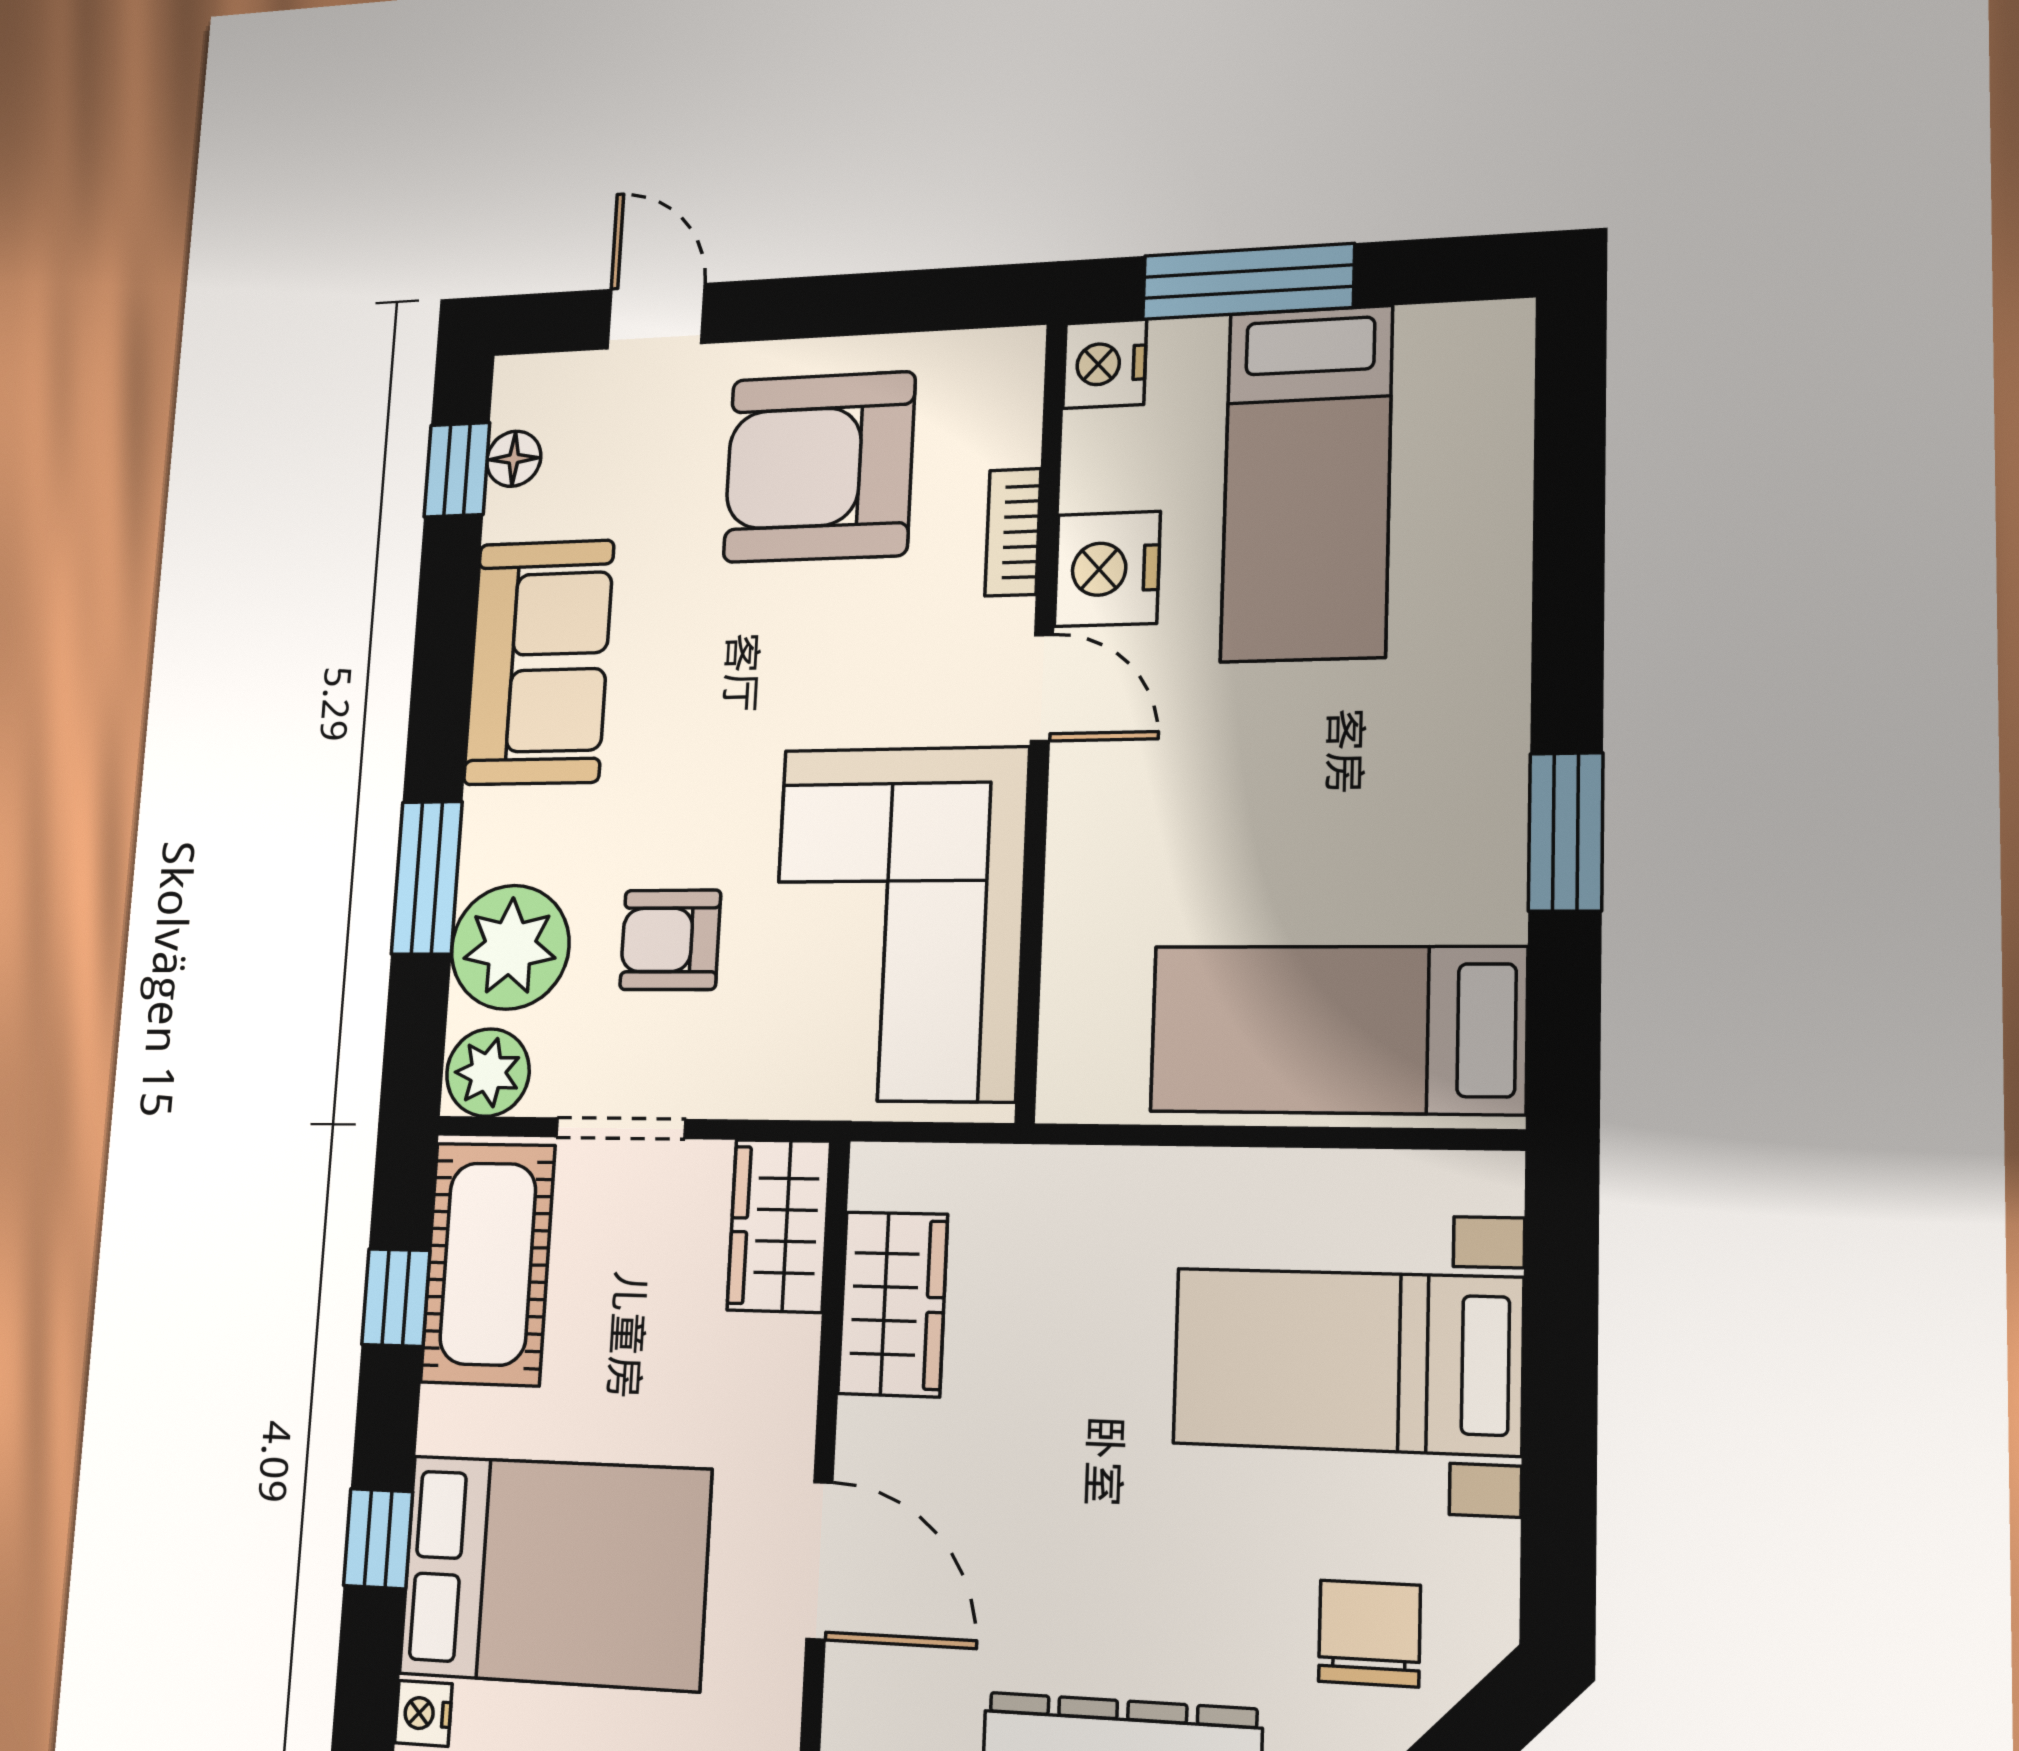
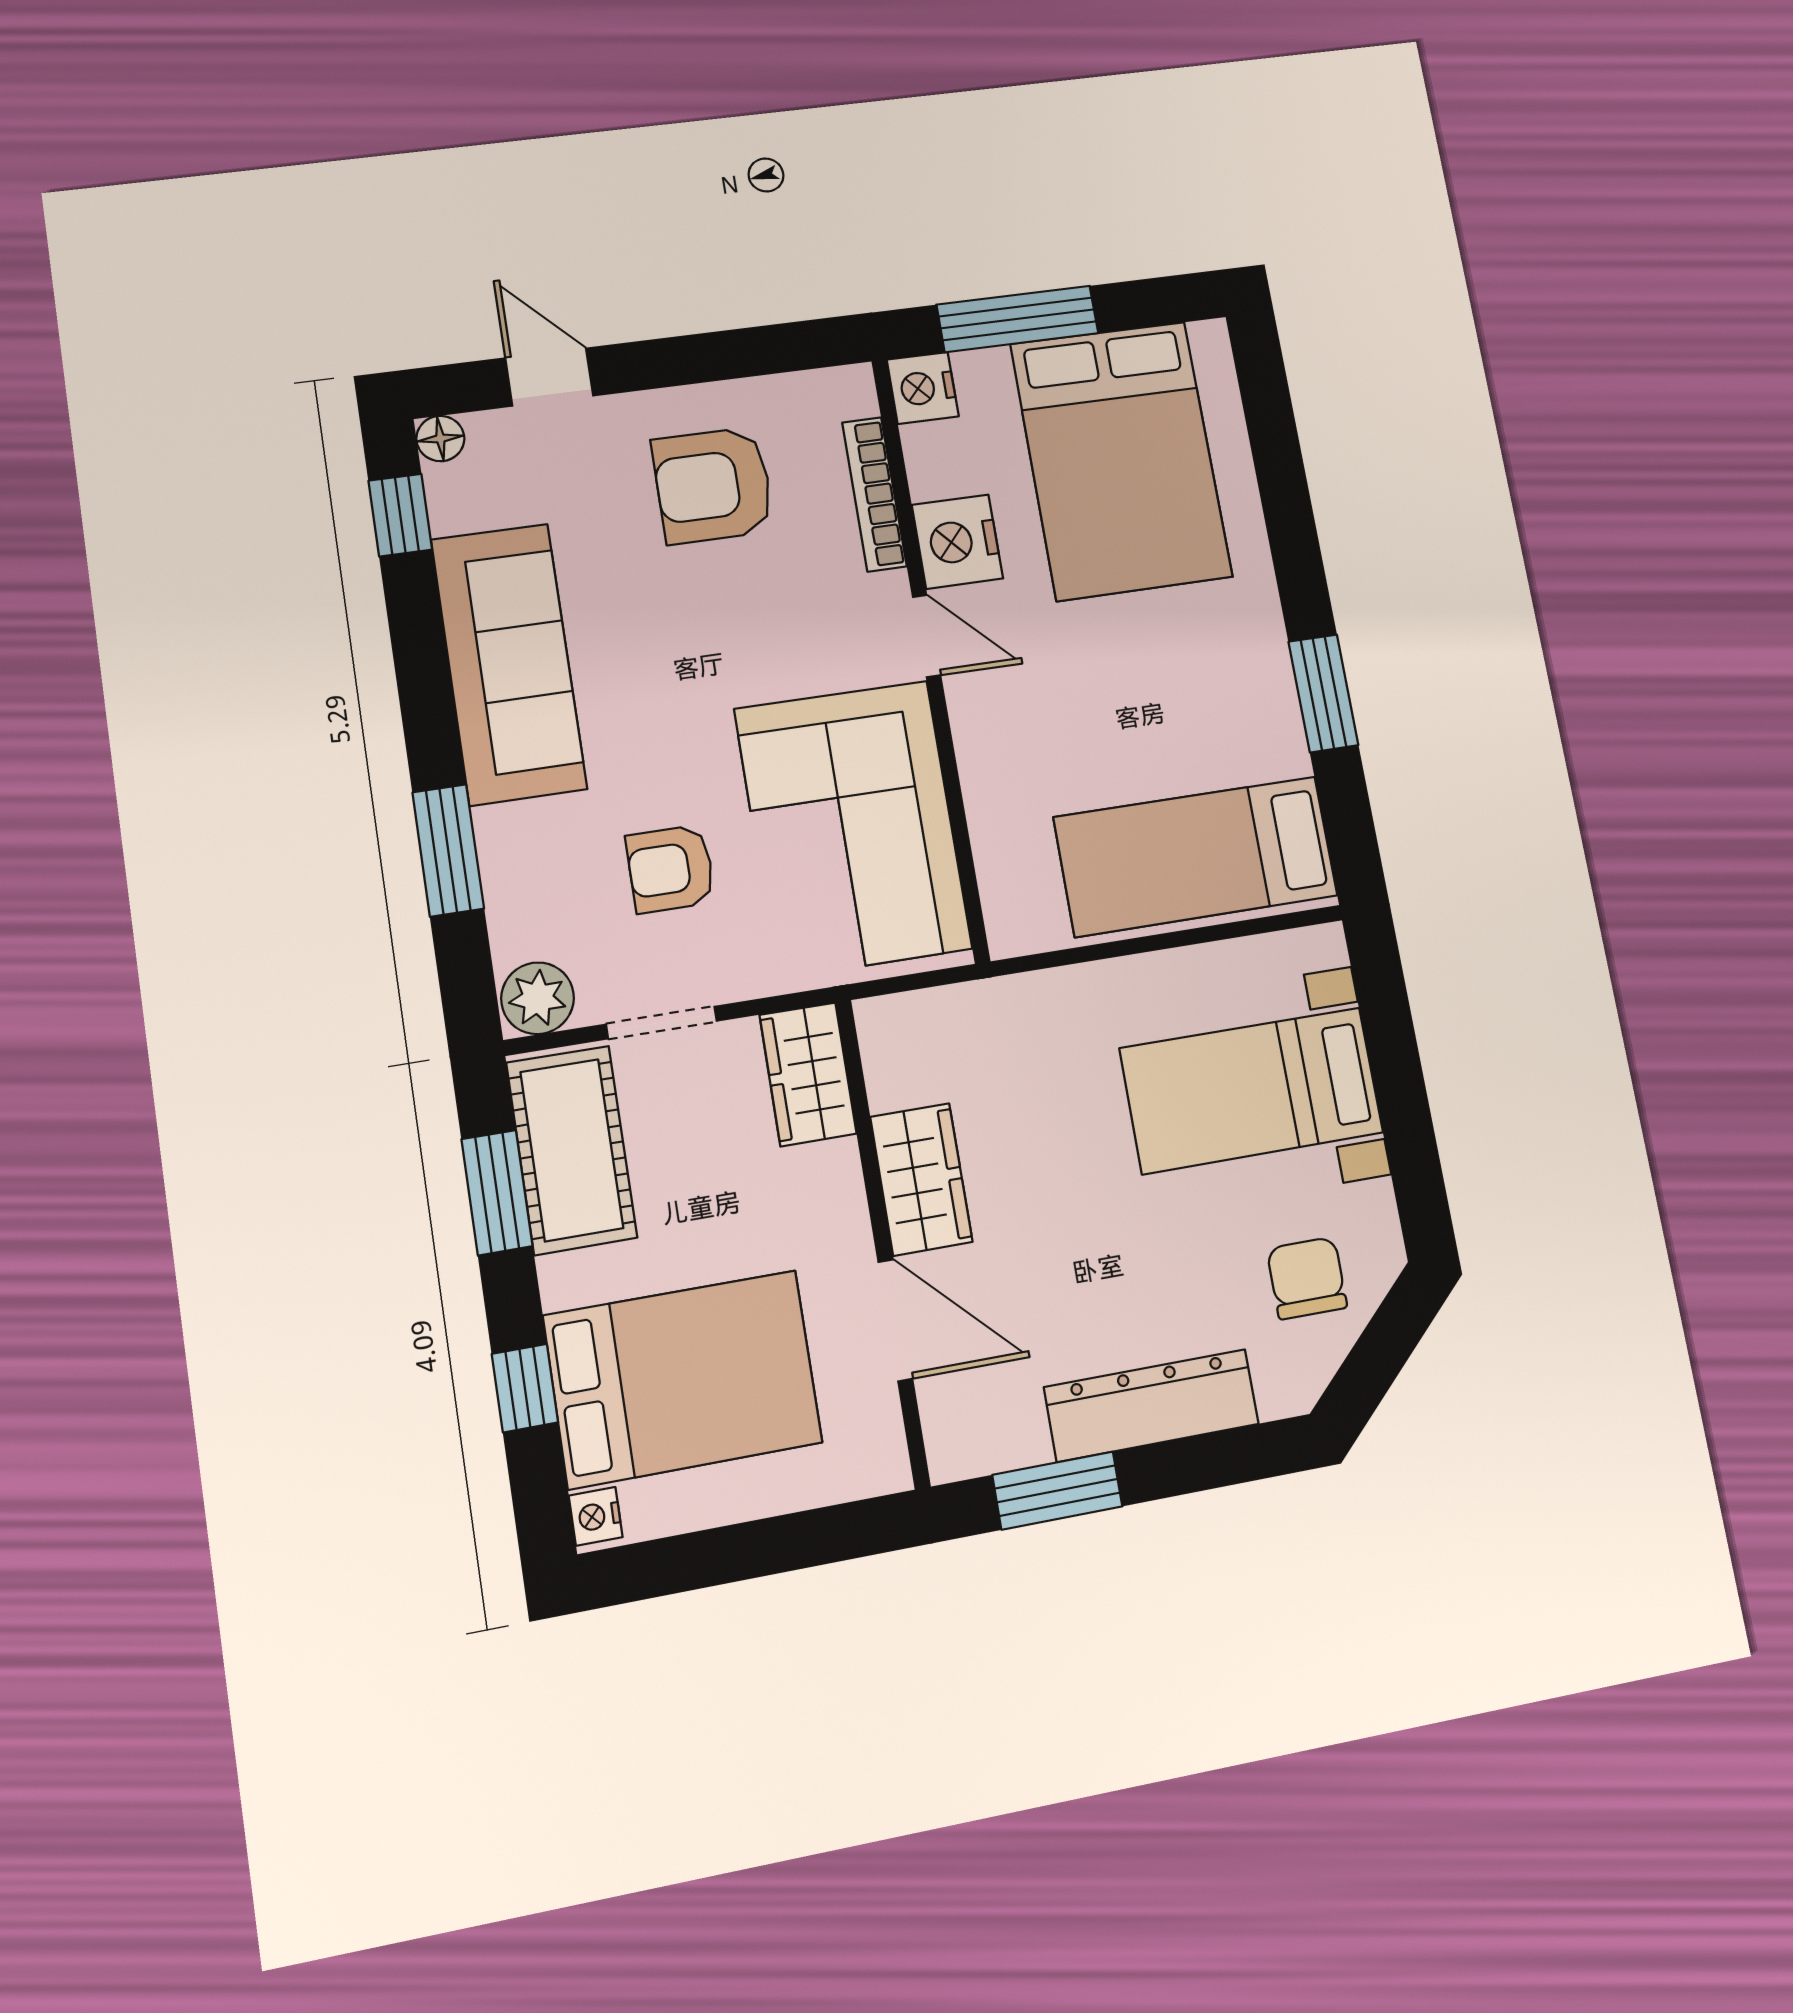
floor lamp: (514, 459) -> (440, 439), moved
armchair: (819, 467) -> (713, 485), width x0.73, depth x0.73
bed: (1307, 483) -> (1121, 460), width x1.50
bookcase: (1013, 532) -> (874, 494), width x1.56
sofa: (539, 662) -> (509, 664), width x1.36
plant: (510, 947) -> (535, 895), removed
window: (396, 1297) -> (497, 1193), width x1.50
wardrobe: (893, 1304) -> (921, 1179), moved

